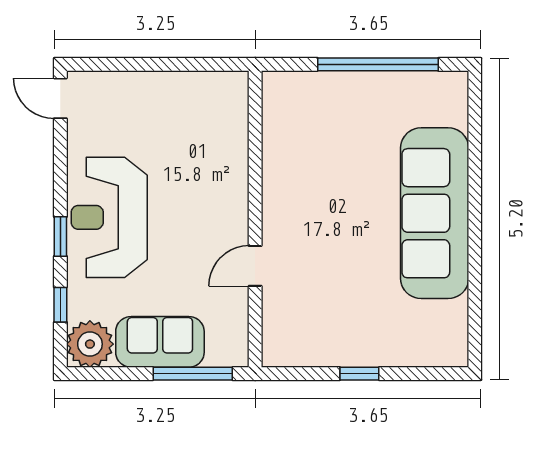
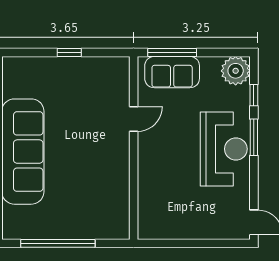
window: (60, 236) -> (254, 137), width x1.50
sofa: (160, 342) -> (172, 72), moved

